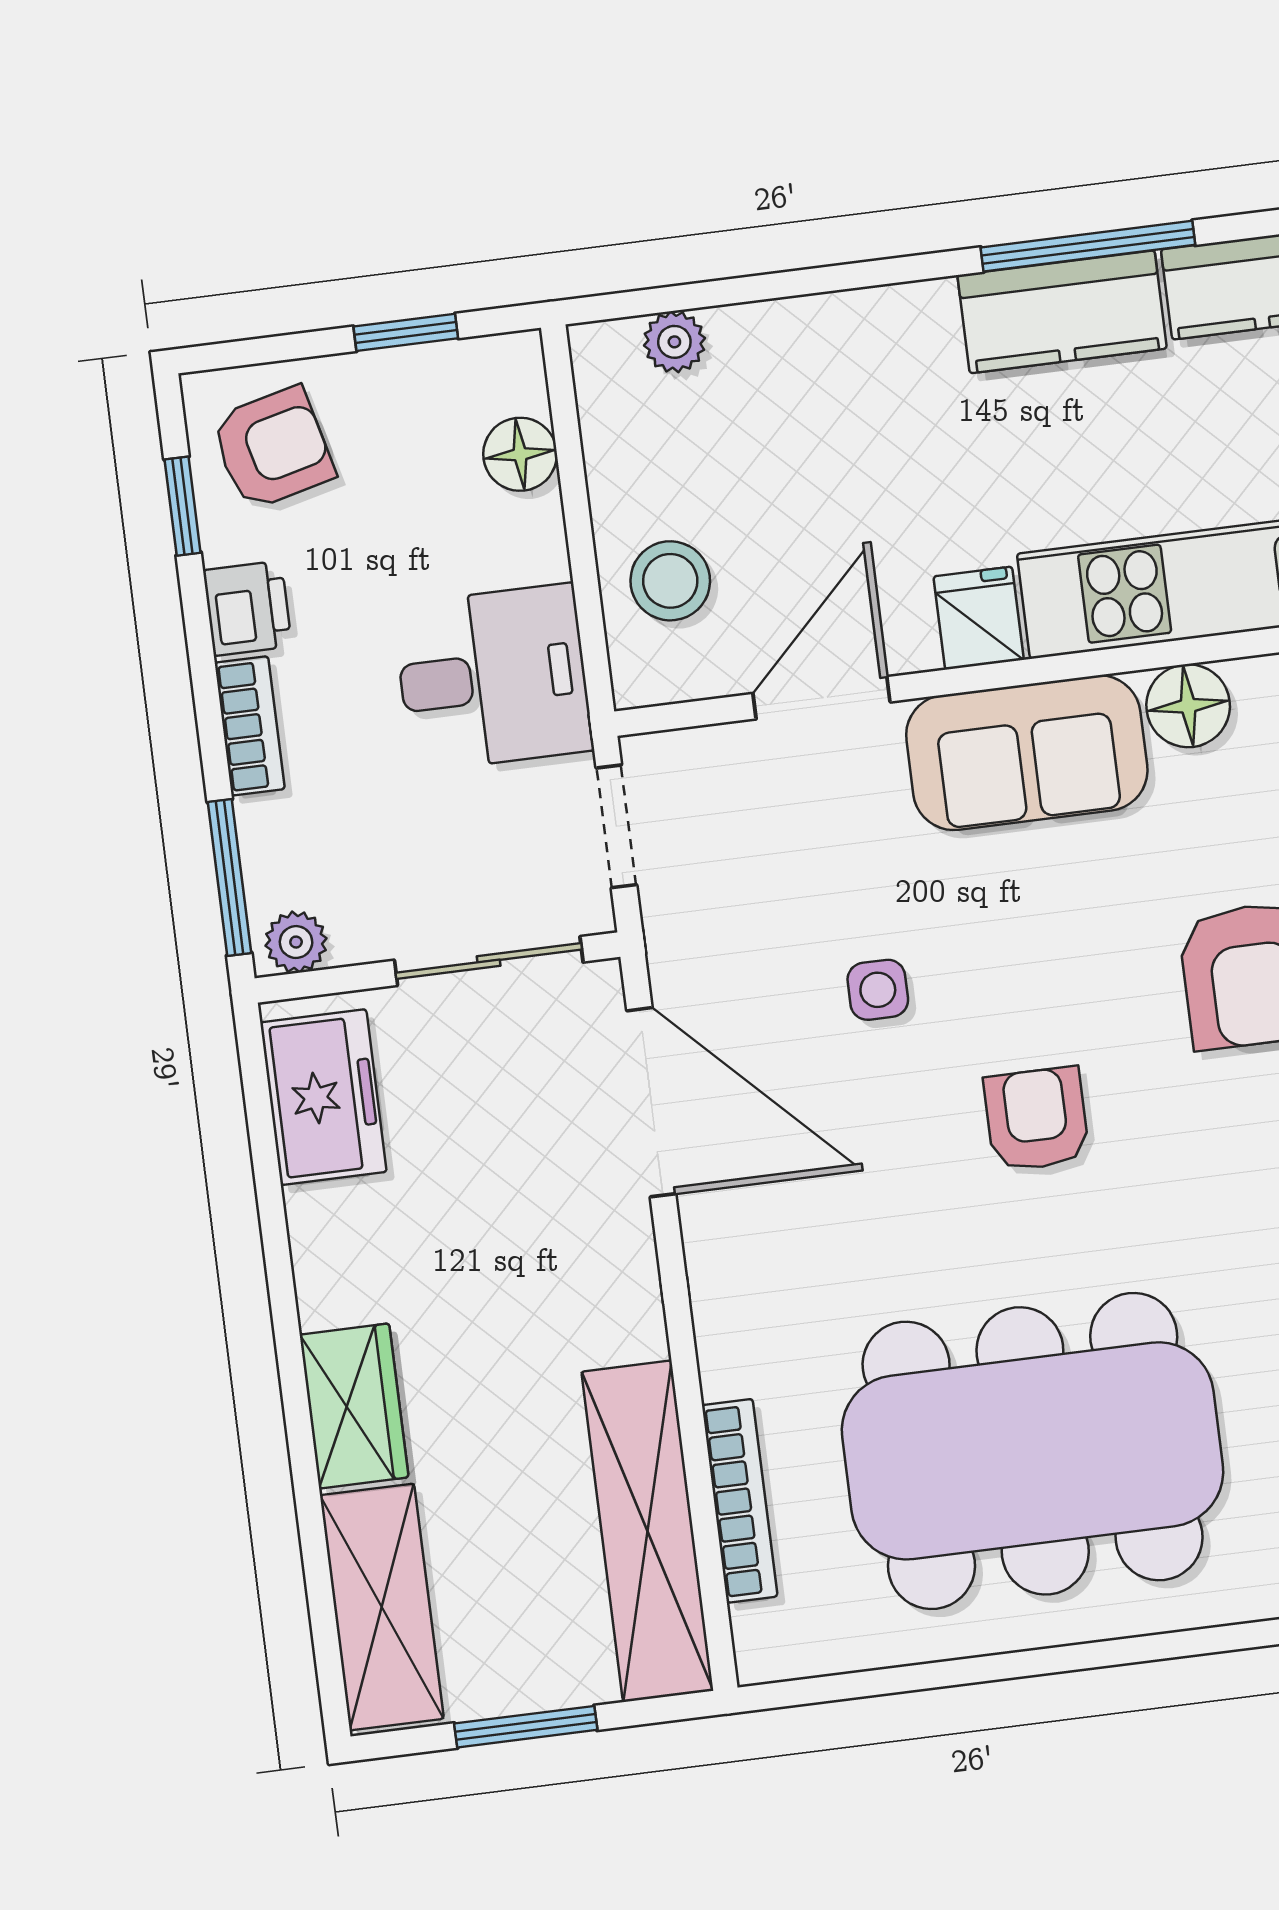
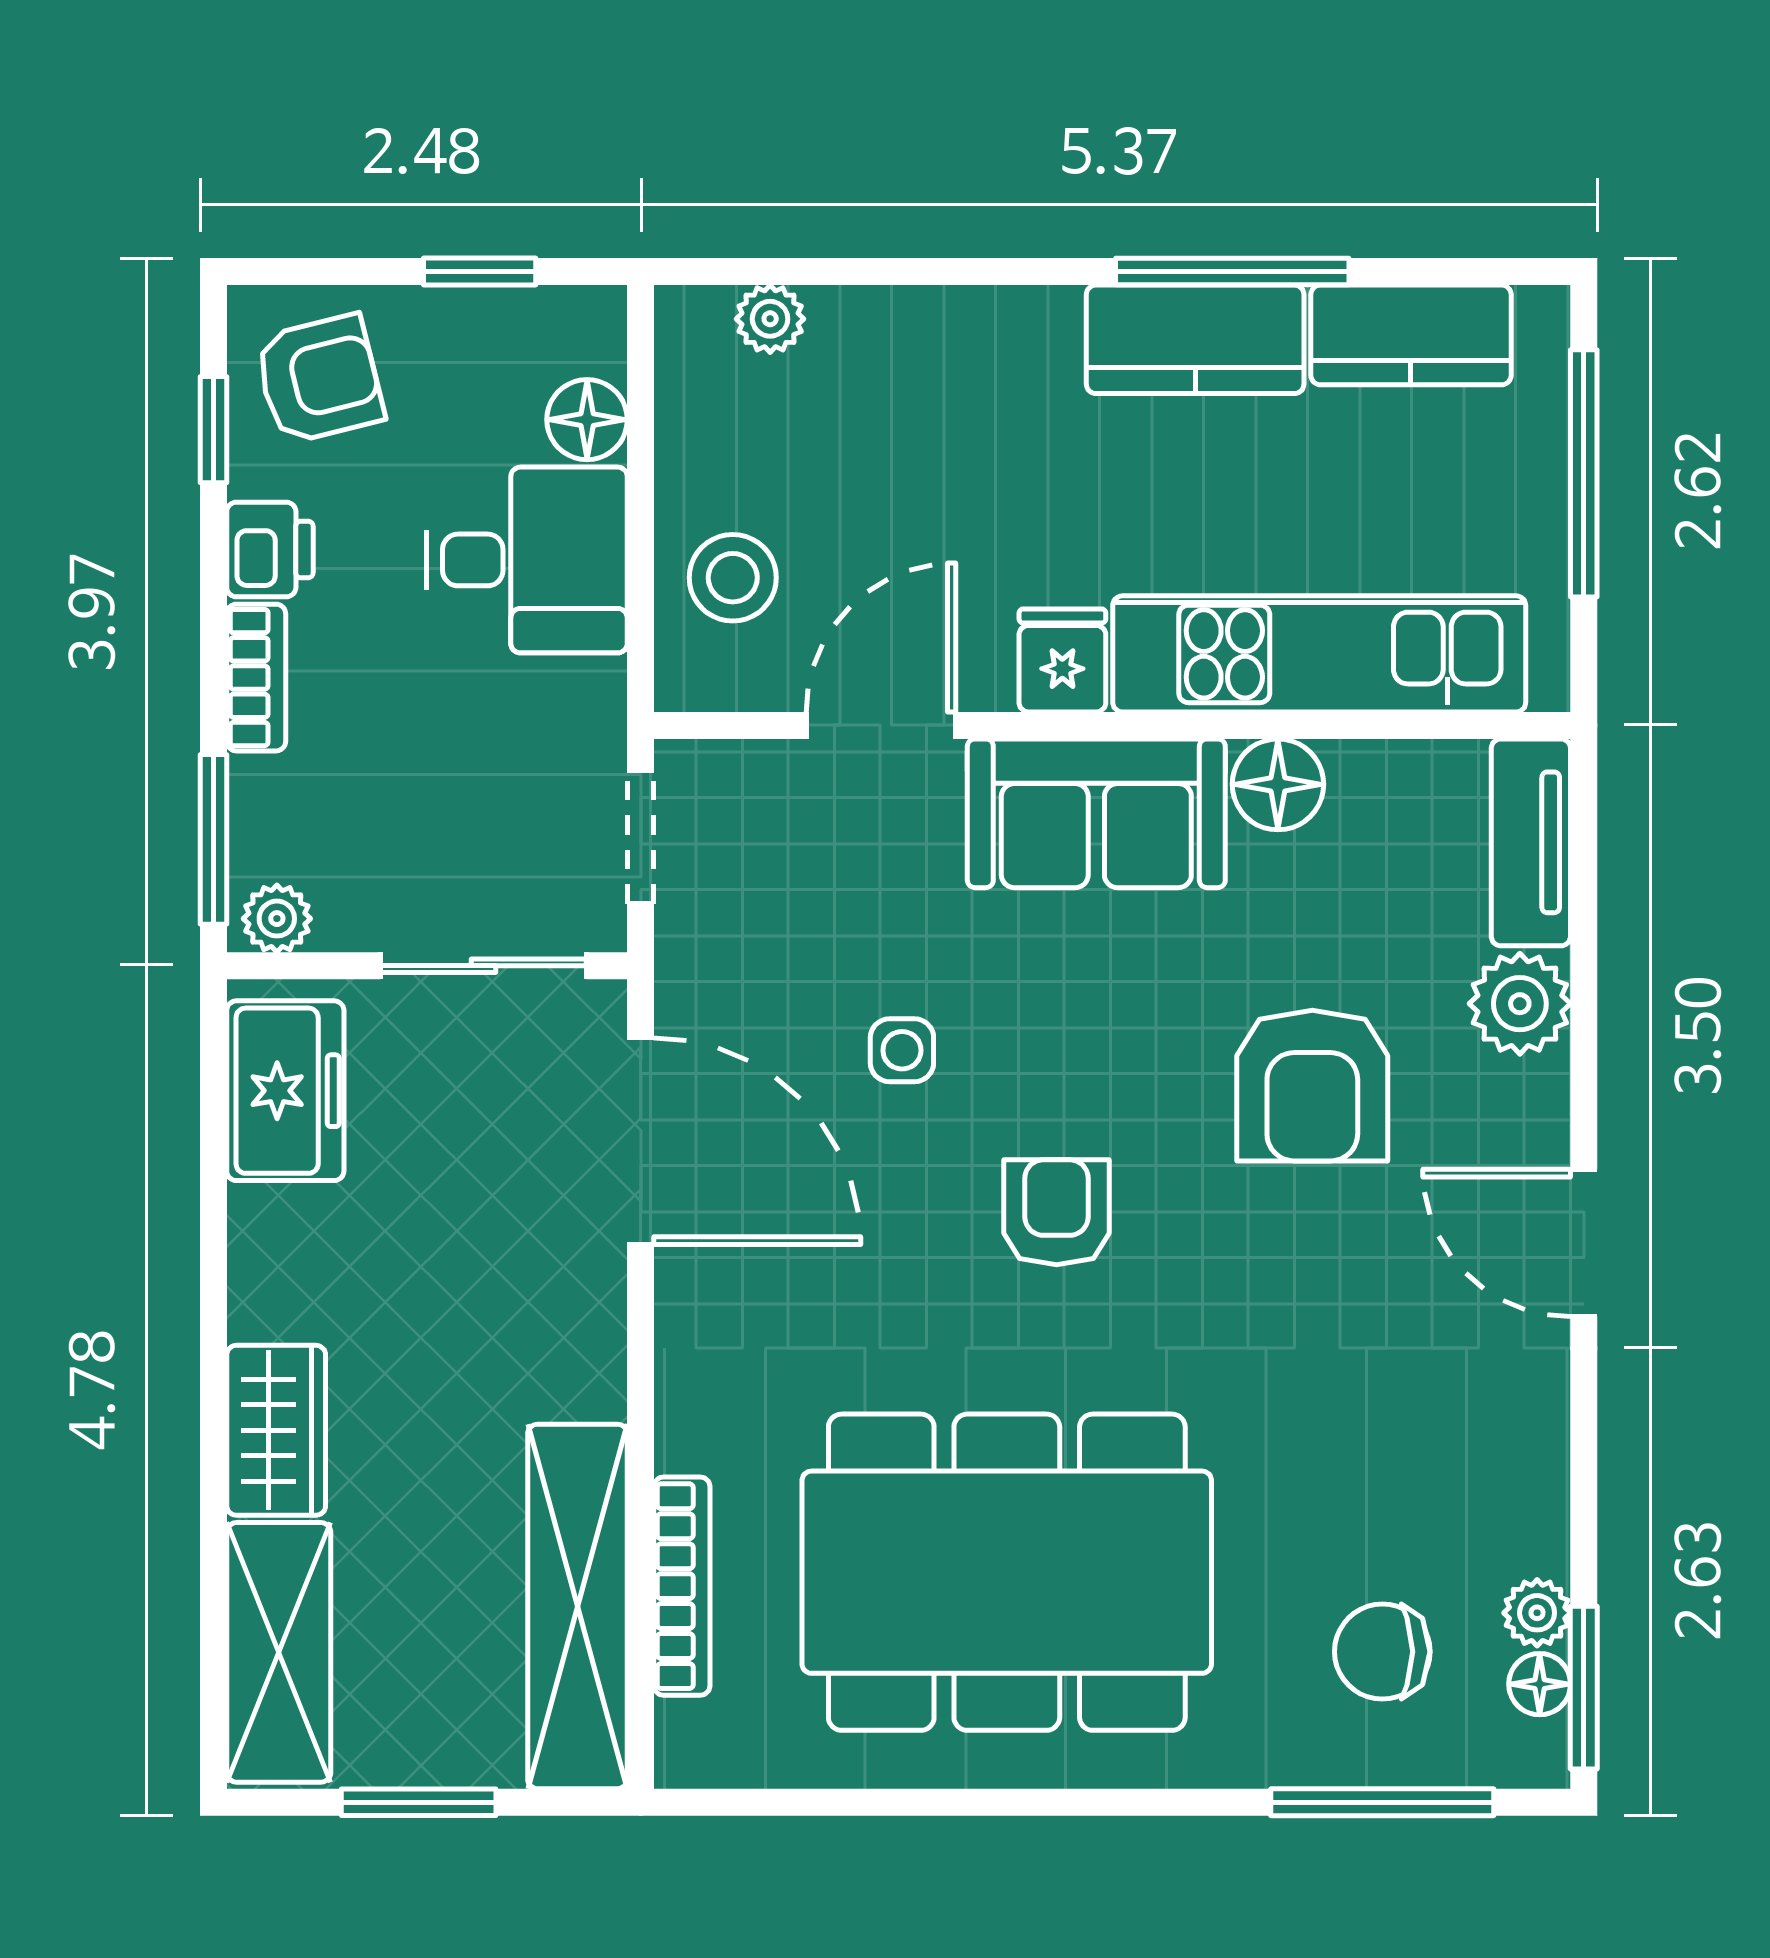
desk: (493, 678) -> (527, 560), moved

